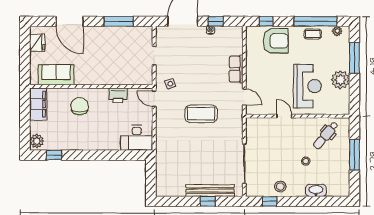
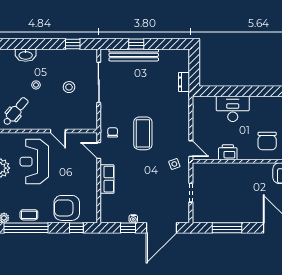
coffee table: (201, 114) -> (143, 133), turned 90
chair: (231, 115) -> (113, 132), added
desk: (137, 138) -> (233, 109), moved
dresser: (161, 164) -> (184, 82), added
stool: (280, 187) -> (69, 87), moved

